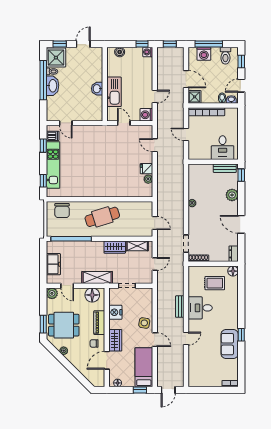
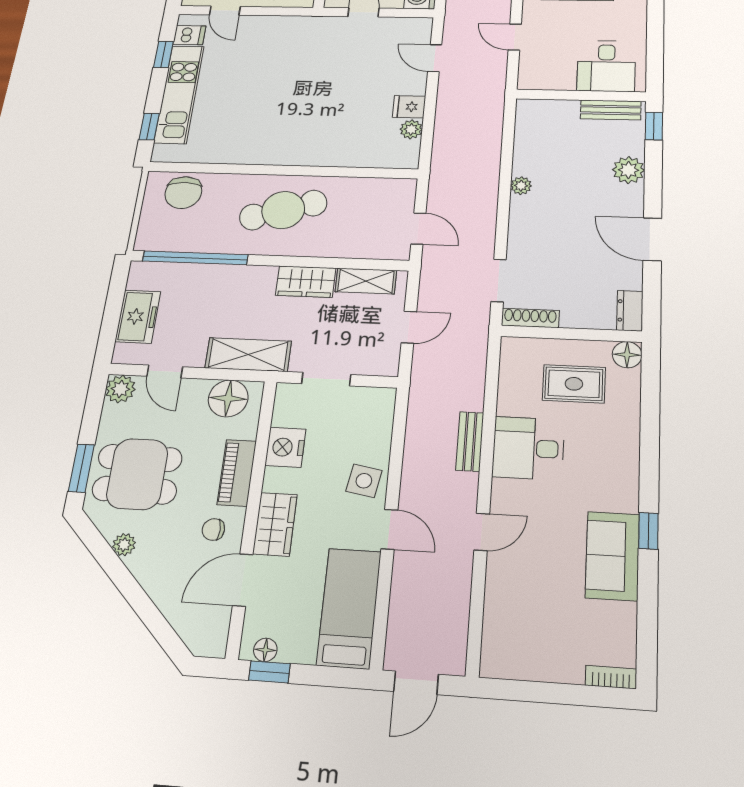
window: (140, 390) -> (269, 672), moved

